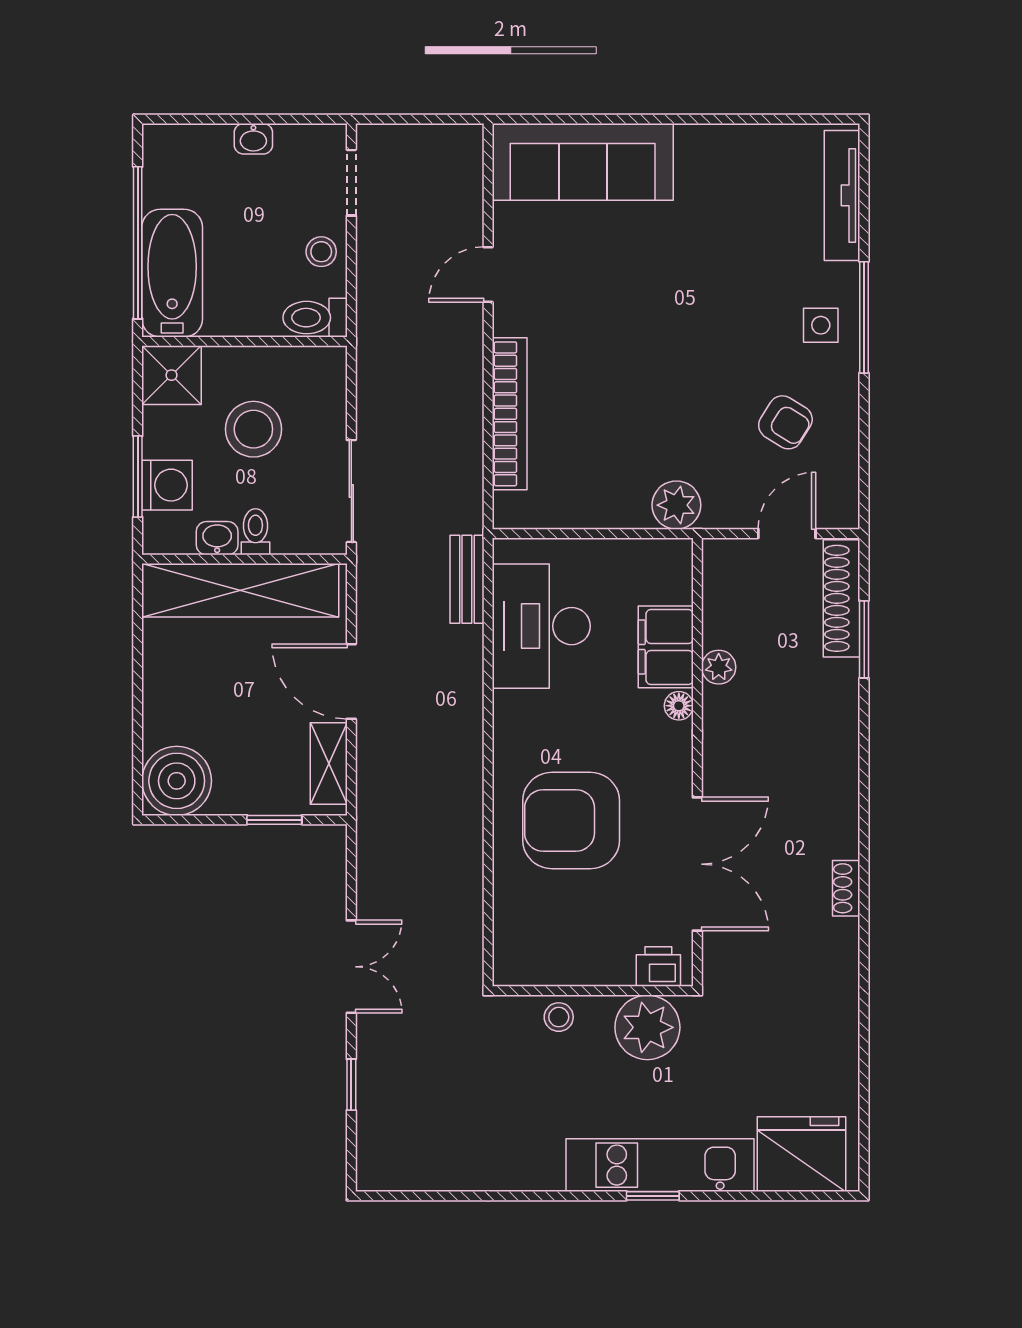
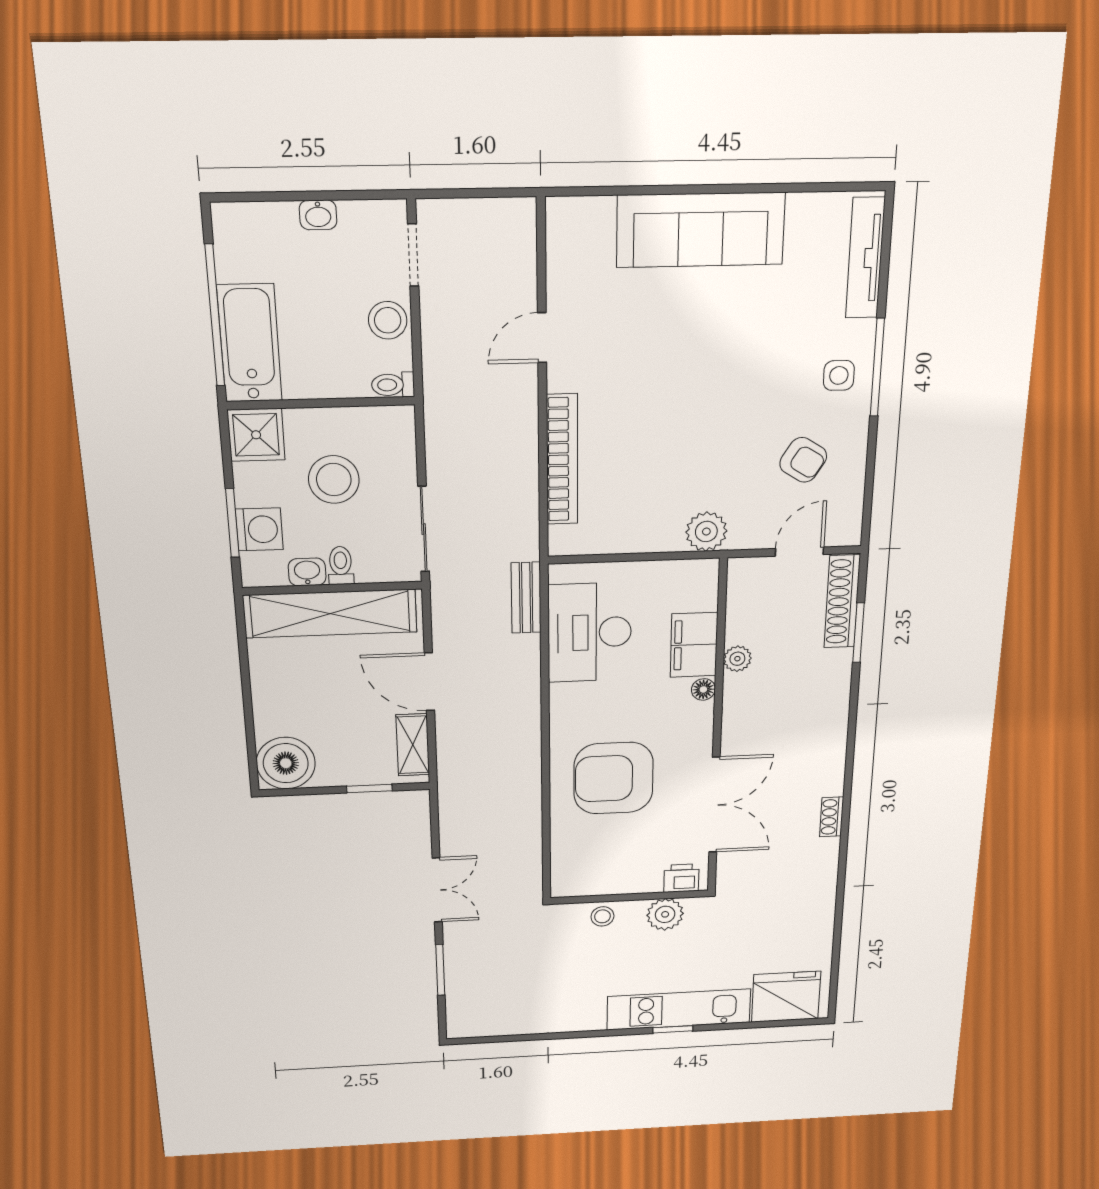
sofa: (583, 162) -> (701, 230), moved
stool: (321, 252) -> (388, 320), width x1.37, depth x1.37
toilet: (315, 318) -> (393, 385), width x0.73, depth x0.72
plant: (647, 1027) -> (665, 914), width x0.73, depth x0.73
window: (351, 1085) -> (440, 970), width x1.50

